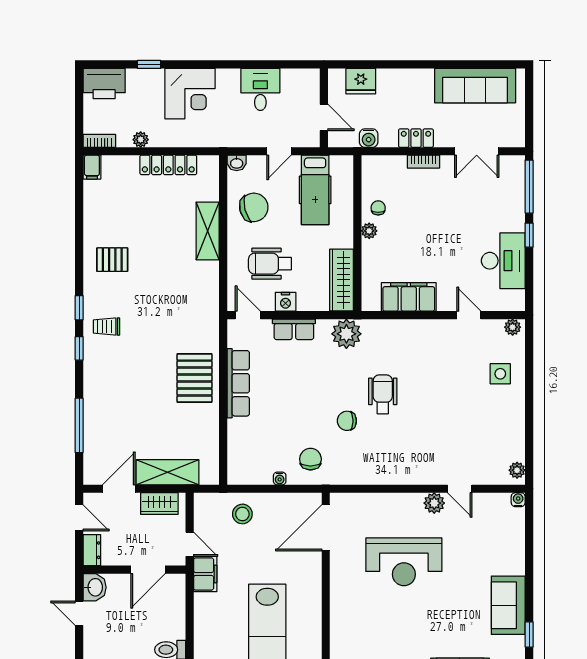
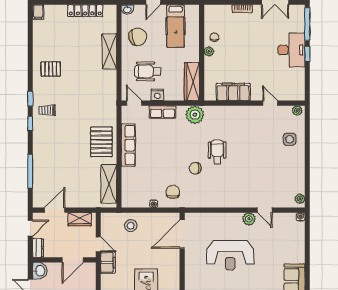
desk: (503, 261) -> (291, 50), moved
shelving: (168, 472) -> (109, 184), moved, turned 90
door: (79, 518) -> (30, 228), hinge flipped

